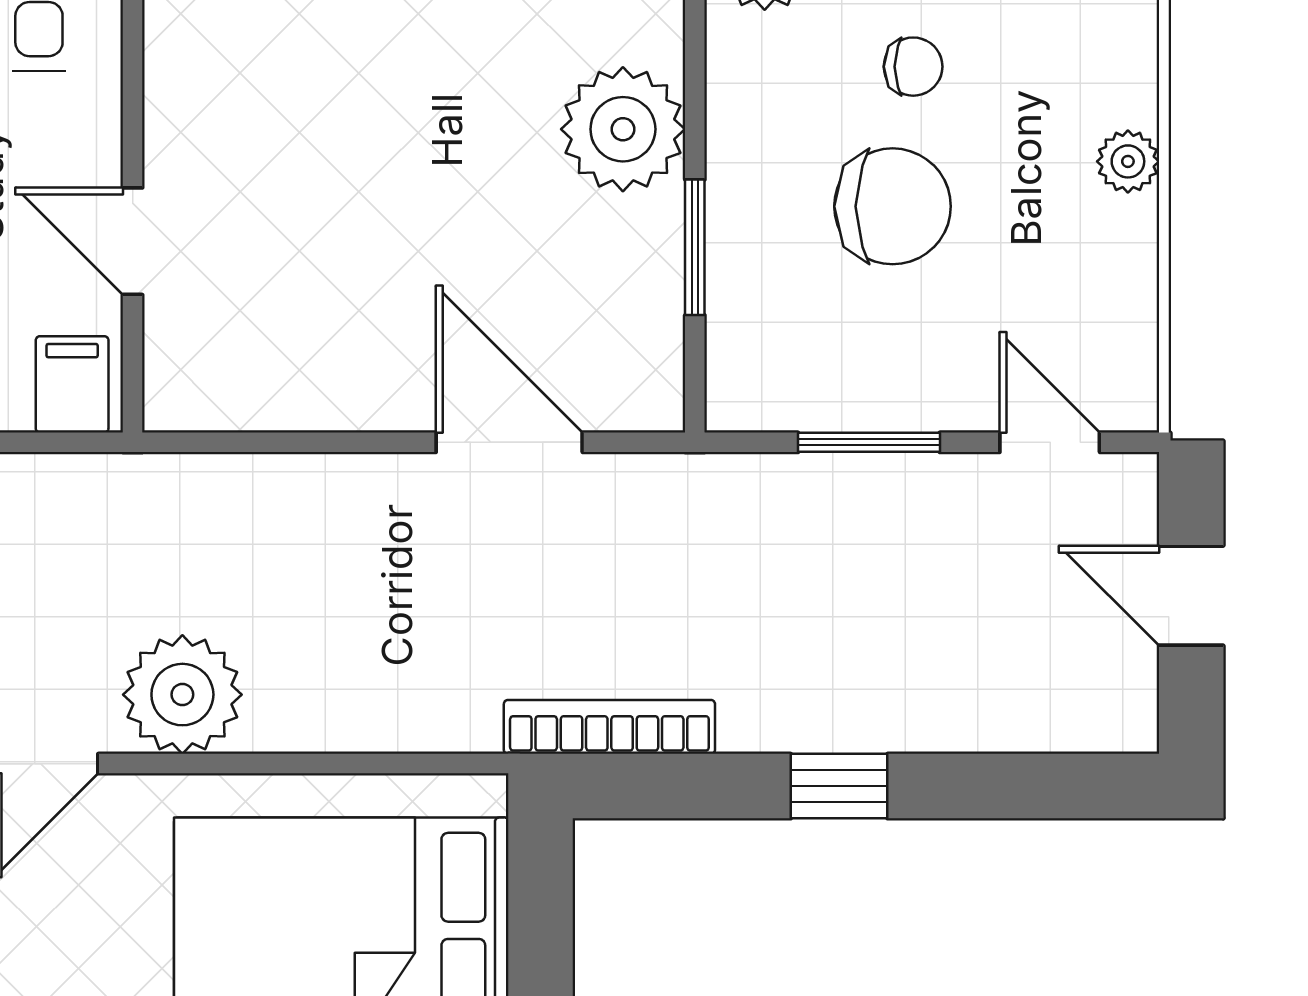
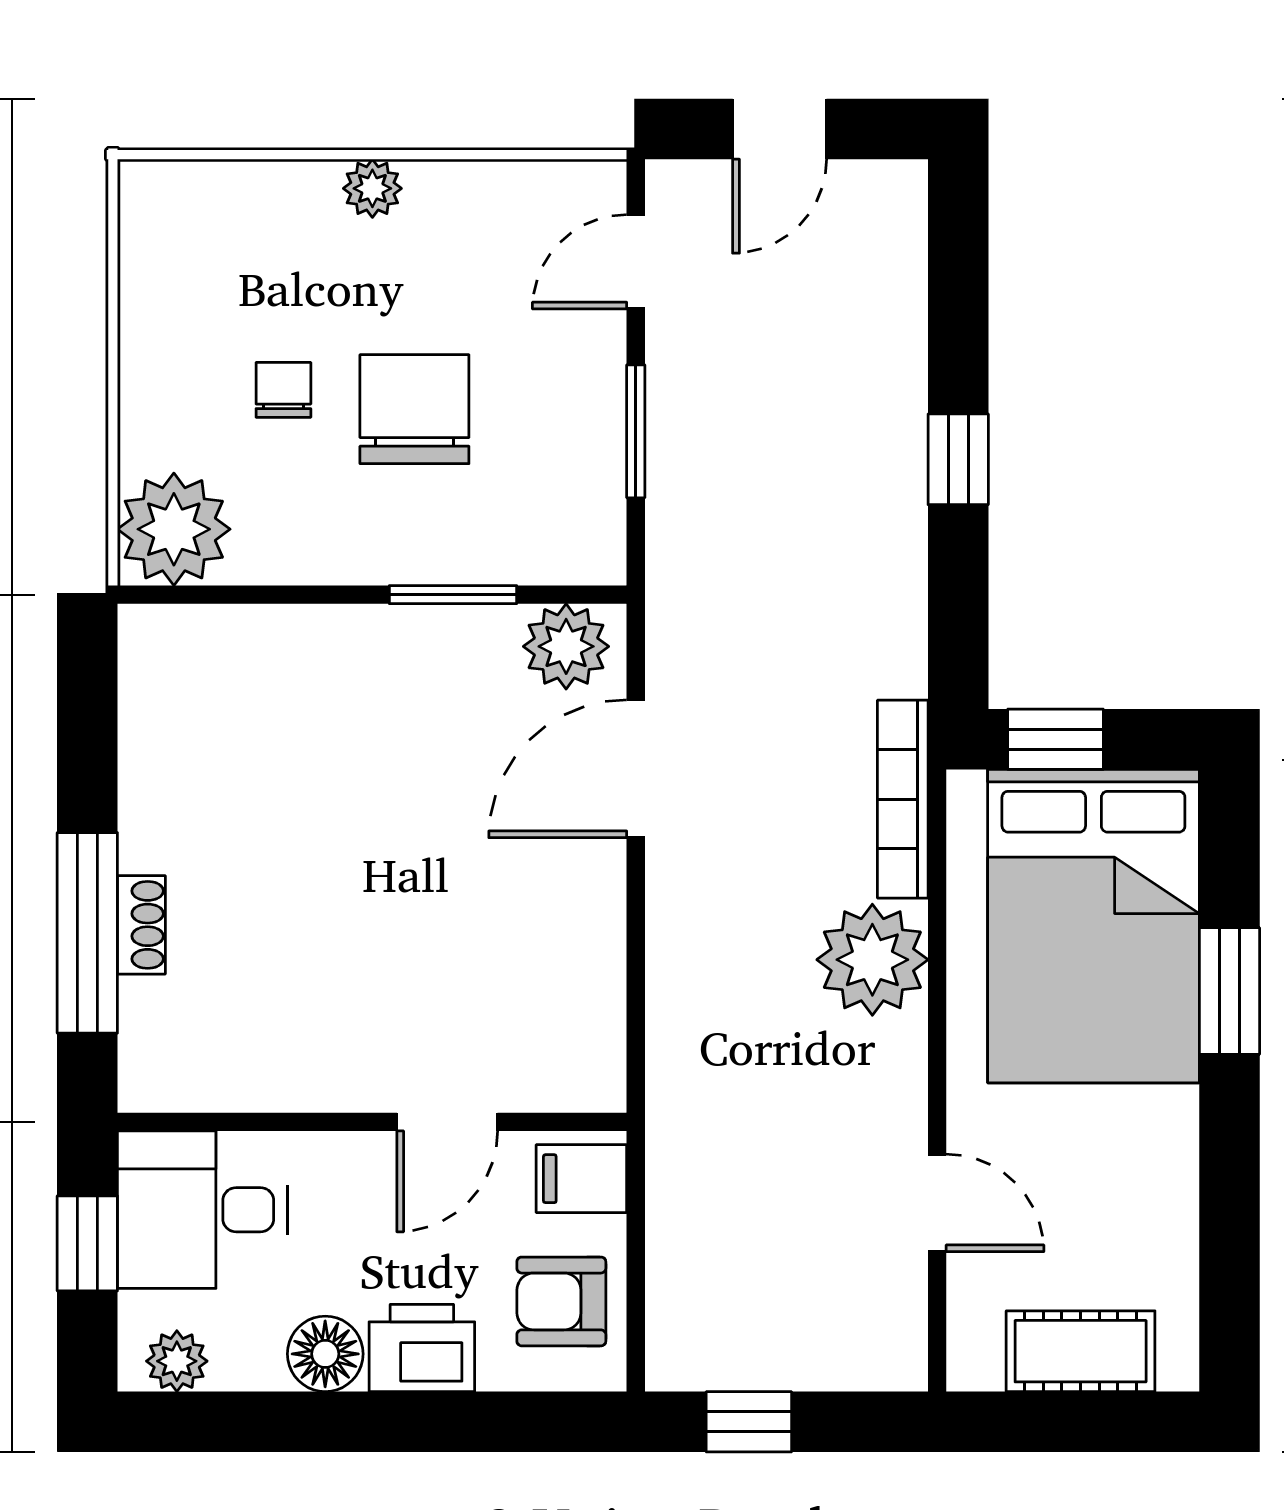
plant: (623, 129) -> (566, 646), moved, width x0.73, depth x0.73
plant: (182, 695) -> (872, 960), moved
bookcase: (609, 727) -> (903, 799), moved
window: (541, 890) -> (1056, 739), added

